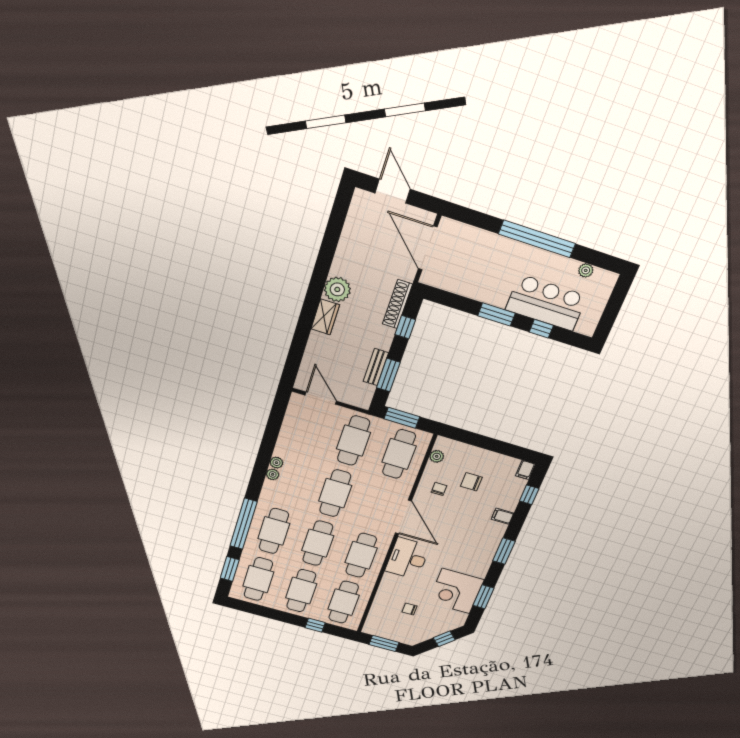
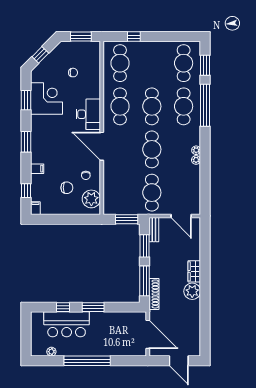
window: (405, 327) -> (145, 281), width x2.17
bench: (376, 367) -> (154, 230), moved
cafe table: (399, 454) -> (120, 193), removed
plant: (437, 456) -> (91, 199), width x1.88, depth x1.88
cafe table: (301, 591) -> (152, 63), removed

